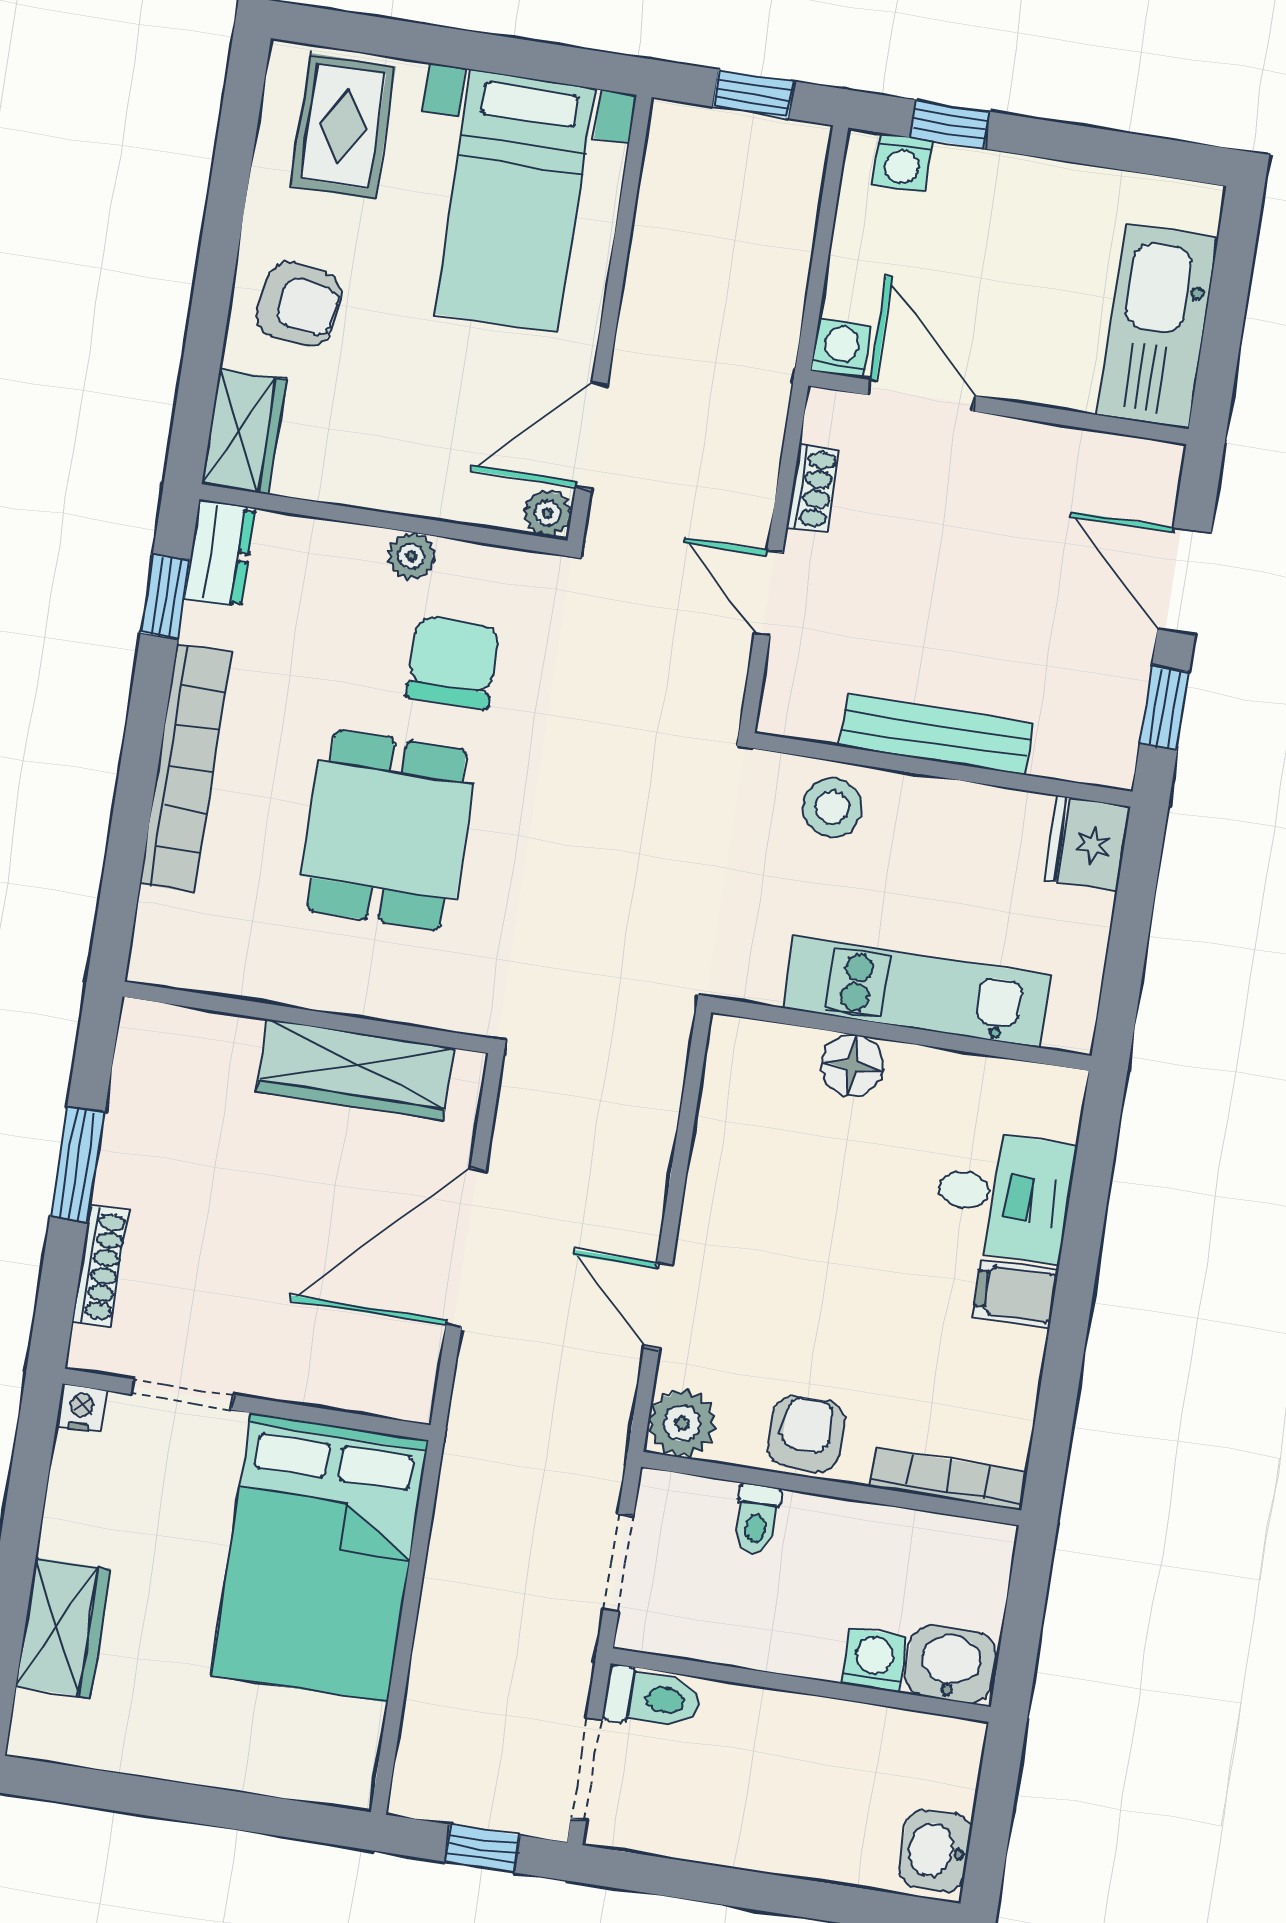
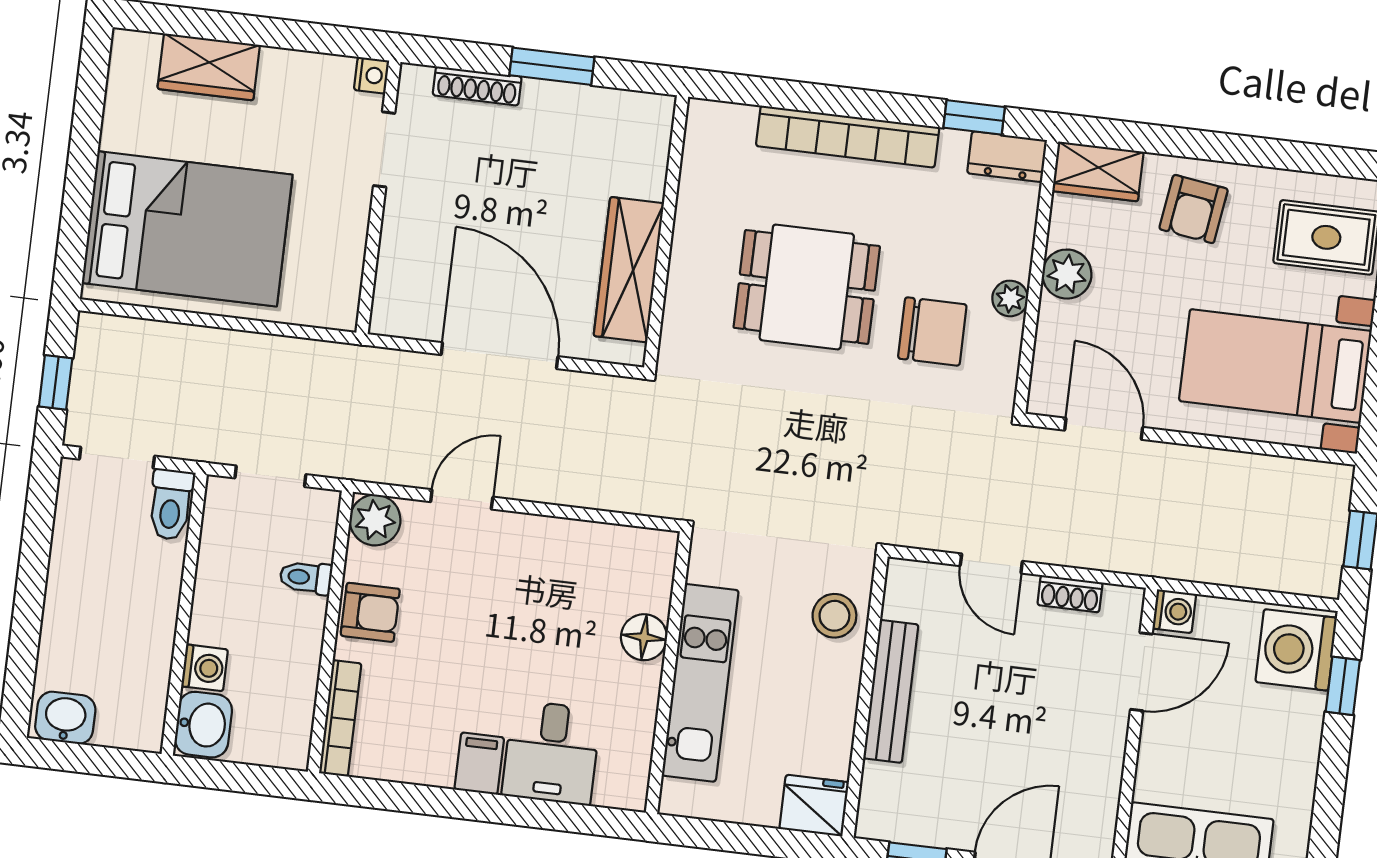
washing machine: (902, 163) -> (1296, 650), width x1.89, depth x1.89
plant: (548, 513) -> (1067, 274), moved, width x1.38, depth x1.38
door: (768, 593) -> (991, 563), swing flipped
bed: (320, 1558) -> (187, 229), moved, turned 180

